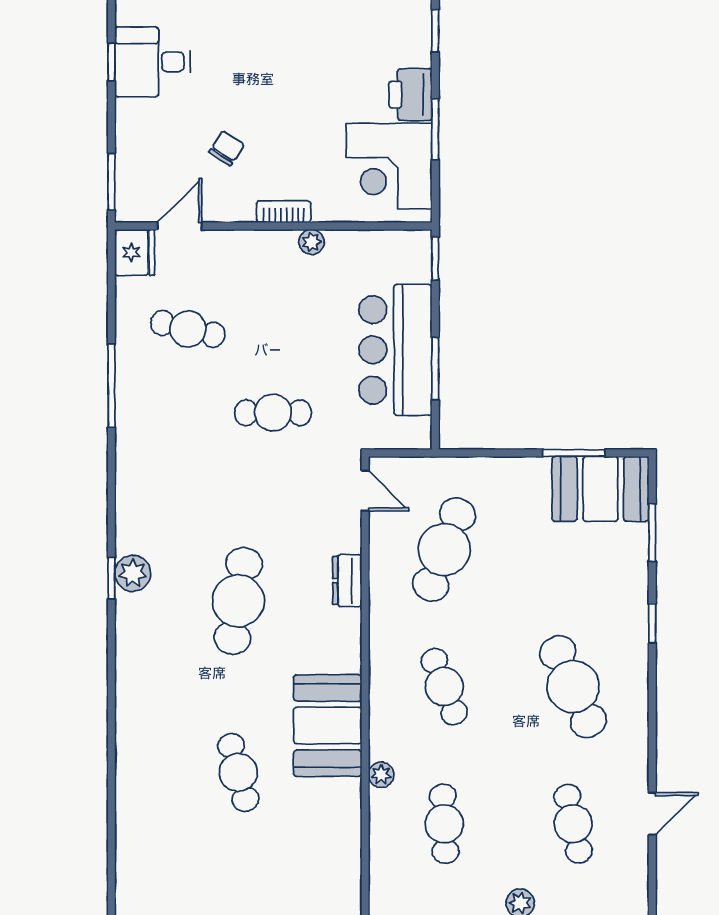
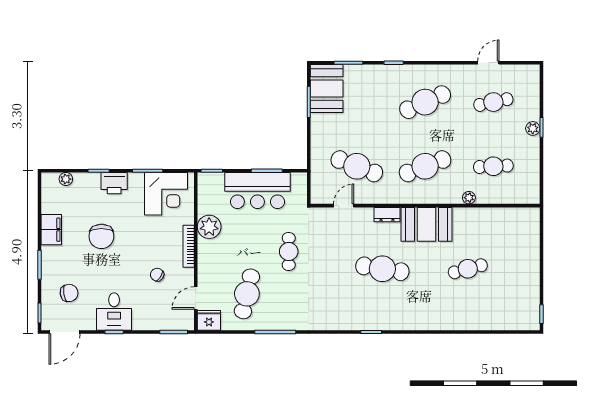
chair: (303, 37) -> (101, 236), added
printer: (410, 95) -> (114, 183), moved
bookcase: (284, 212) -> (189, 246), width x1.56
door: (179, 226) -> (196, 298), hinge flipped
plant: (312, 242) -> (209, 227), width x1.88, depth x1.88
cafe table: (188, 329) -> (247, 294), width x1.37, depth x1.35
door: (365, 491) -> (344, 206), moved
plant: (133, 573) -> (369, 321), removed
dresser: (347, 581) -> (387, 215), moved
cafe table: (444, 687) -> (425, 166), width x1.37, depth x1.35
booth: (328, 726) -> (427, 224), moved
door: (652, 814) -> (488, 63), hinge flipped

